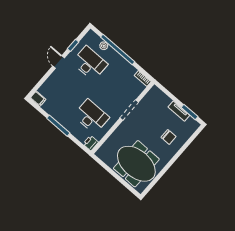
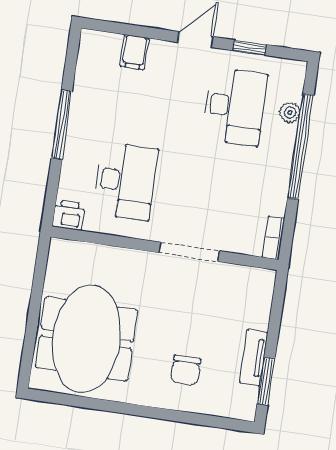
filing cabinet: (38, 99) -> (134, 52), moved

